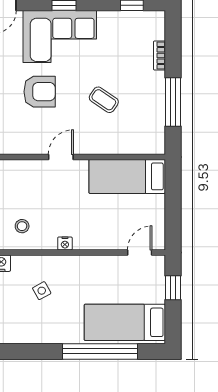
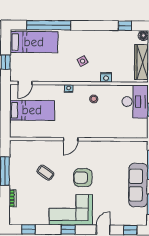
bed: (127, 176) -> (32, 110), moved

